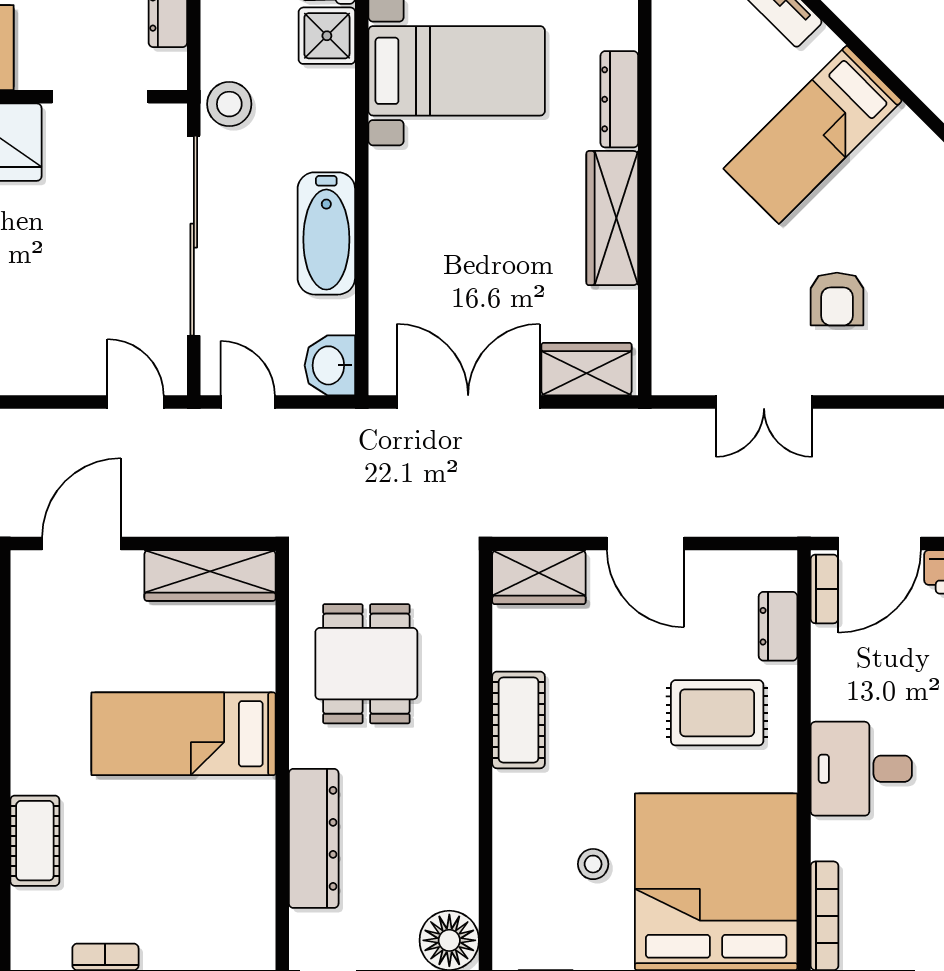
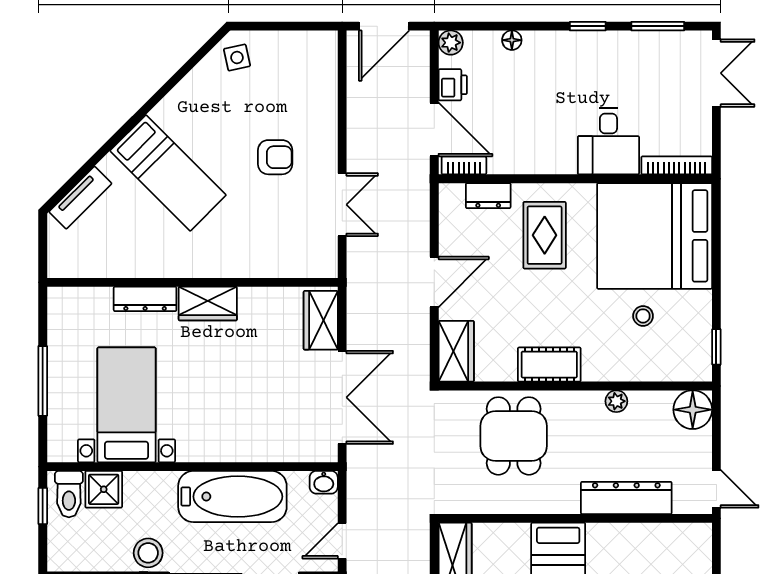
wardrobe: (612, 218) -> (208, 304), width x0.67
bathtub: (326, 233) -> (232, 497), width x1.36, depth x1.36
washbasin: (330, 365) -> (324, 482), width x0.72, depth x0.69
double door: (468, 402) -> (342, 397), swing flipped
dining table: (366, 664) -> (514, 436), moved, turned 90
desk: (861, 769) -> (608, 141), moved
plant: (462, 823) -> (616, 401), added

